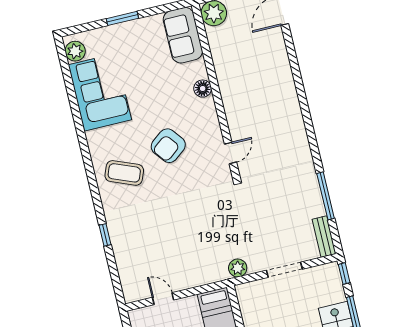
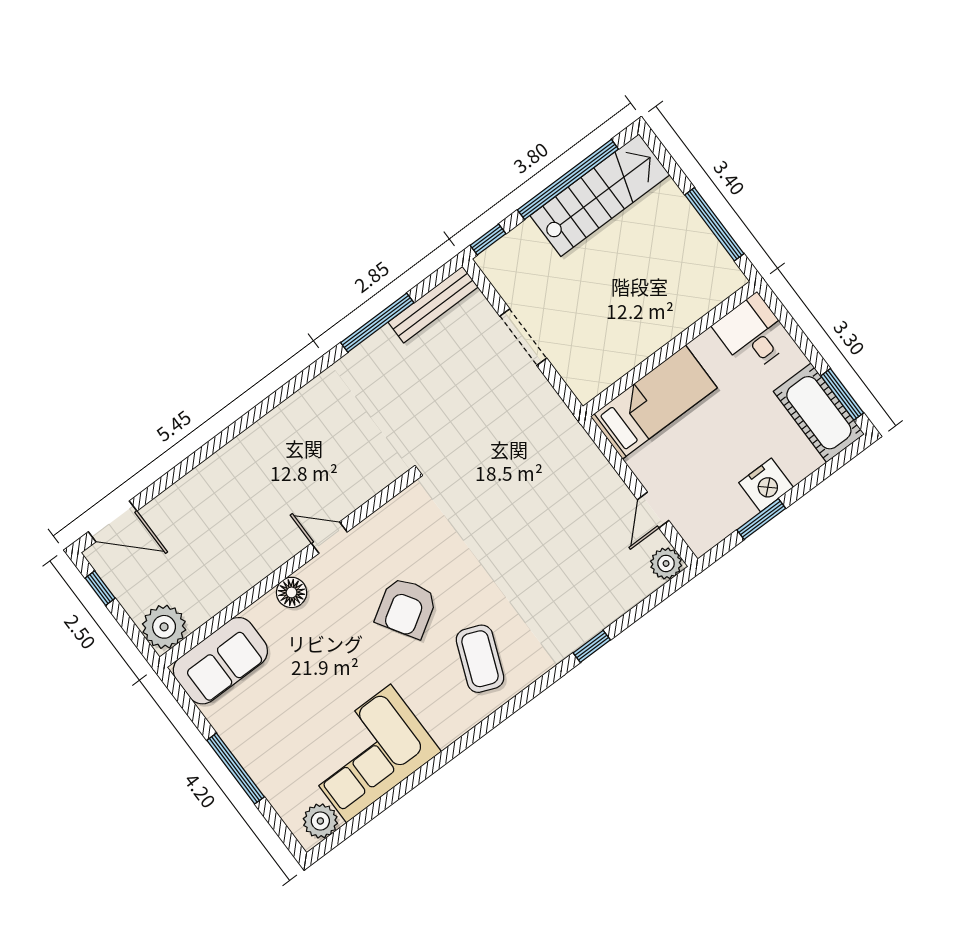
window: (122, 18) -> (236, 769), width x1.44
armchair: (168, 146) -> (406, 608), turned 96
door: (231, 153) -> (329, 538), moved
bench: (324, 236) -> (433, 305), width x1.36
plant: (238, 268) -> (666, 563), moved

